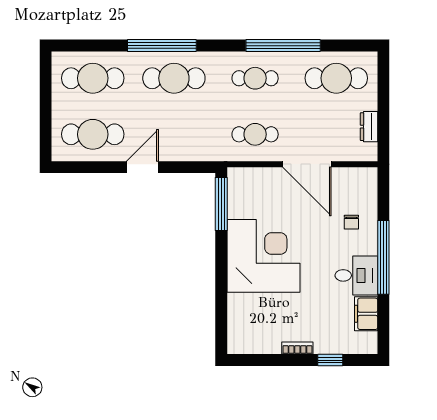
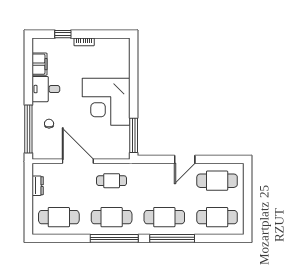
window: (283, 46) -> (114, 238), moved
cafe table: (255, 78) -> (112, 217), width x1.37, depth x1.35
window: (383, 257) -> (28, 129), moved

